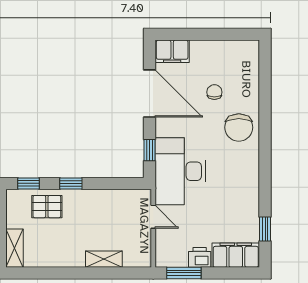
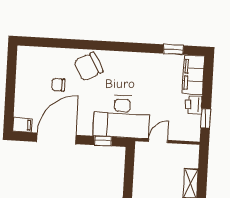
filing cabinet: (172, 51) -> (22, 125), width x0.50
chair: (239, 127) -> (88, 66), turned 150
window: (184, 273) -> (206, 118), width x0.67

